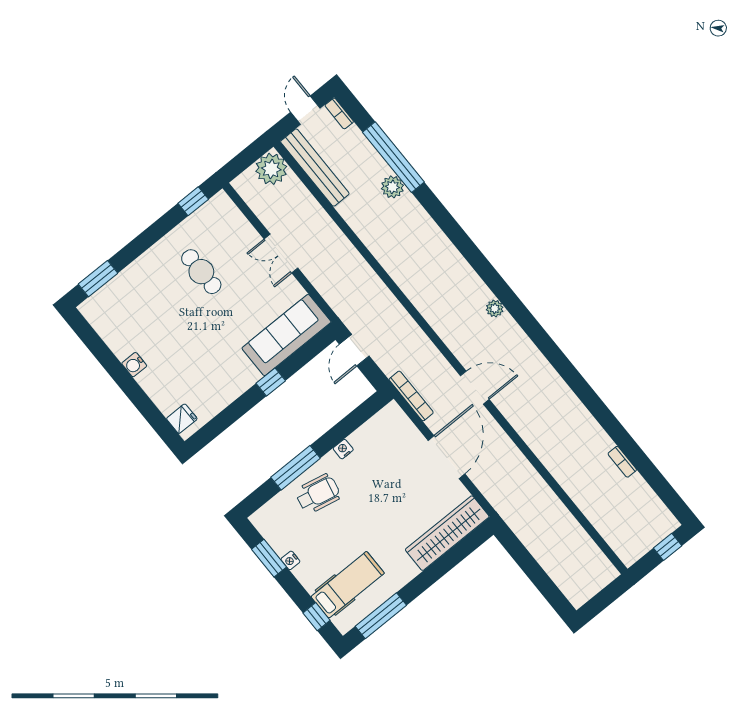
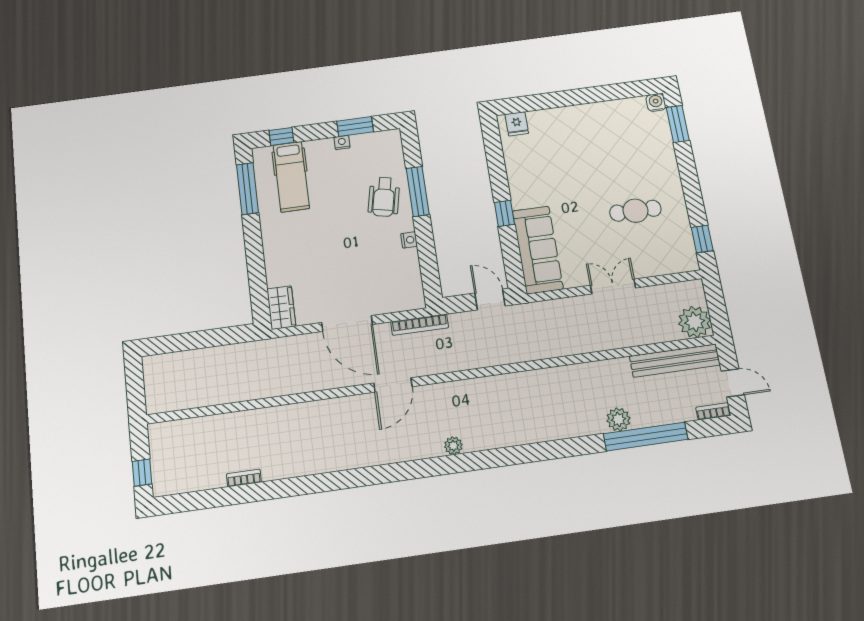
water cooler: (134, 365) -> (656, 102), moved
wardrobe: (447, 533) -> (281, 308), width x0.48, depth x0.85

